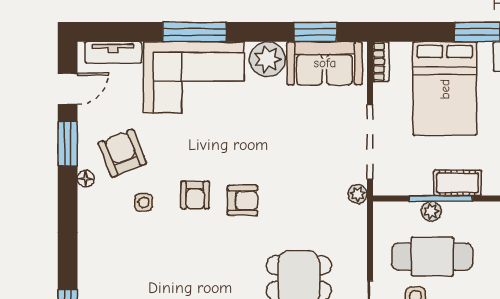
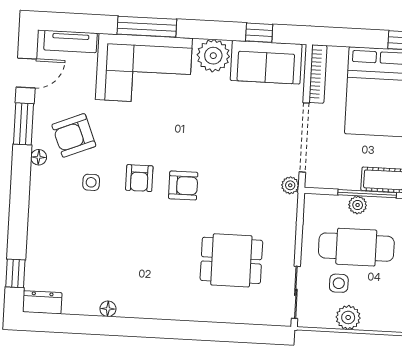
window: (315, 32) -> (259, 33), width x0.67
bookcase: (381, 62) -> (318, 74), width x1.56
armchair: (122, 153) -> (74, 135), turned -90

